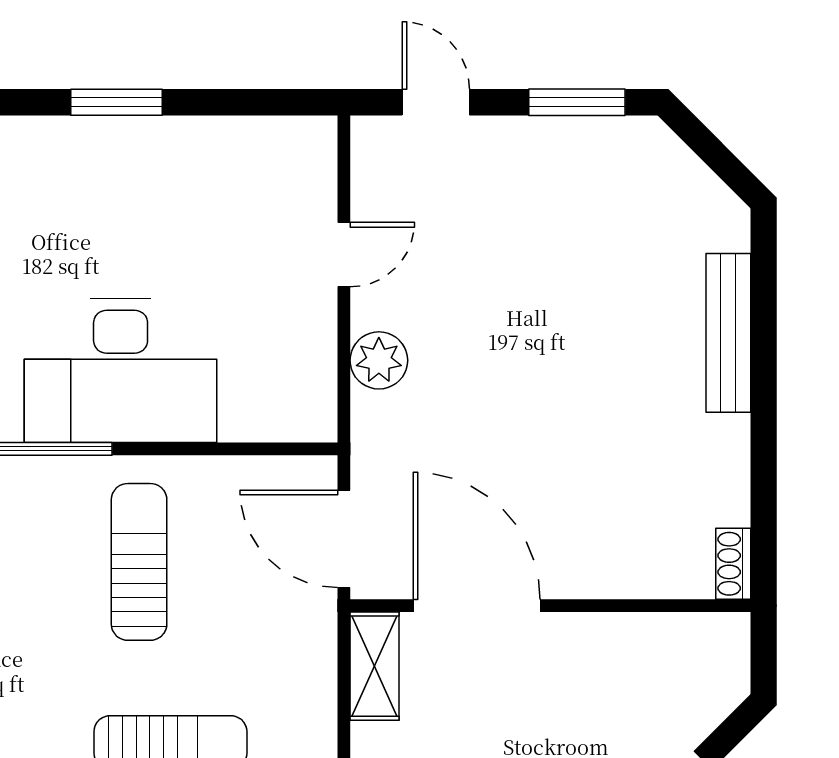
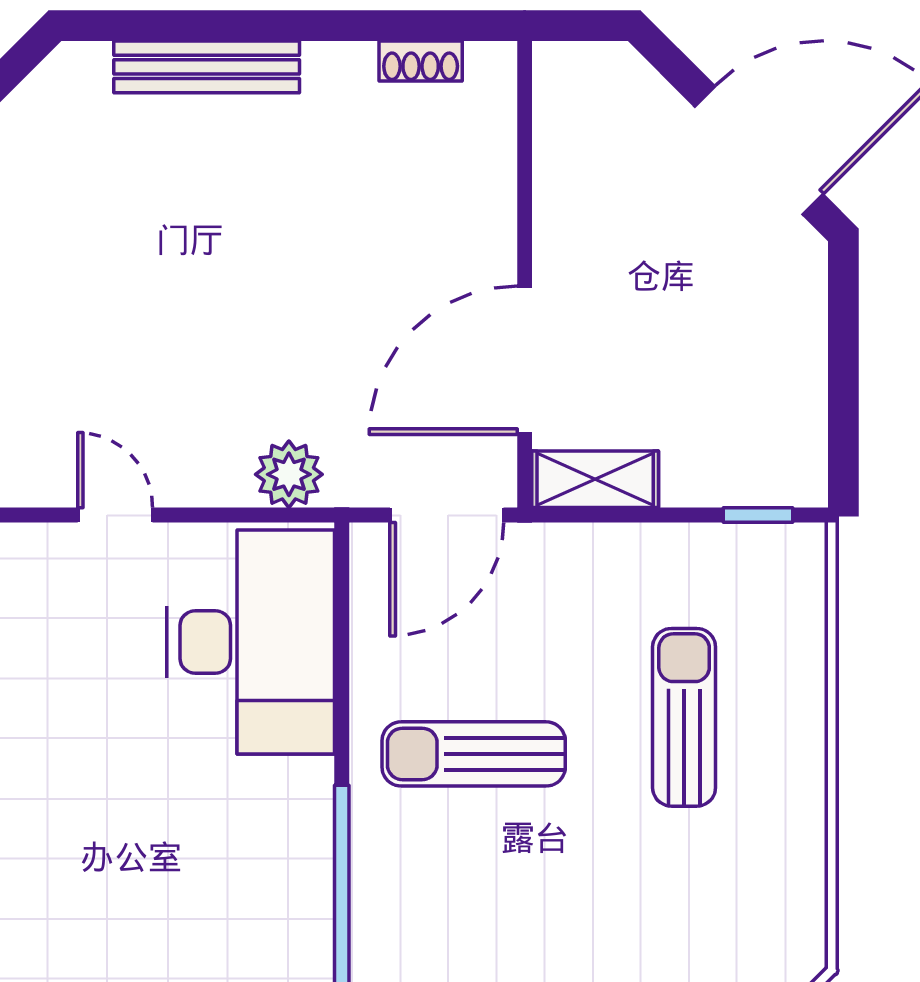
plant: (379, 360) -> (289, 474), moved
desk: (121, 371) -> (251, 642), moved
shoe rack: (733, 564) -> (421, 61), moved

